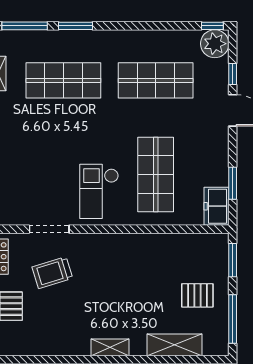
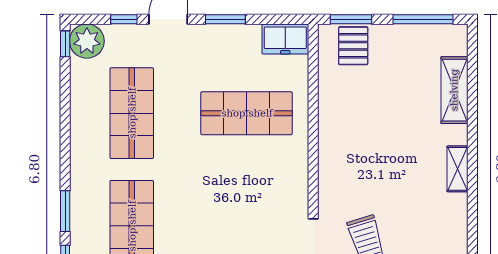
window: (233, 183) -> (225, 19), moved
checkout: (99, 191) -> (267, 182), removed
pallet: (197, 295) -> (353, 46), moved

